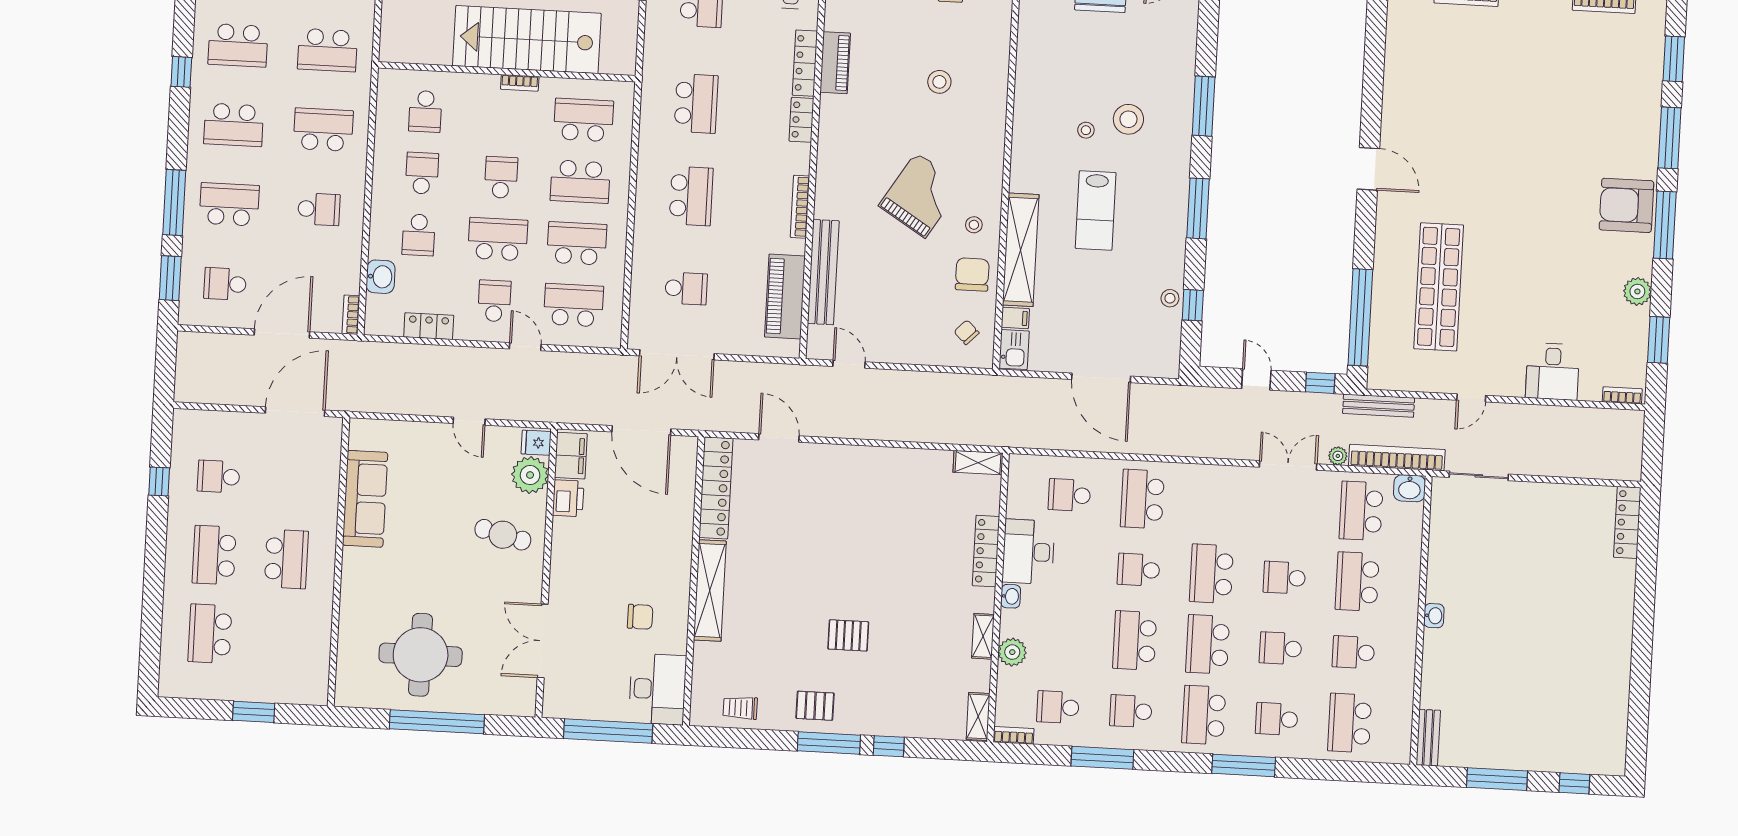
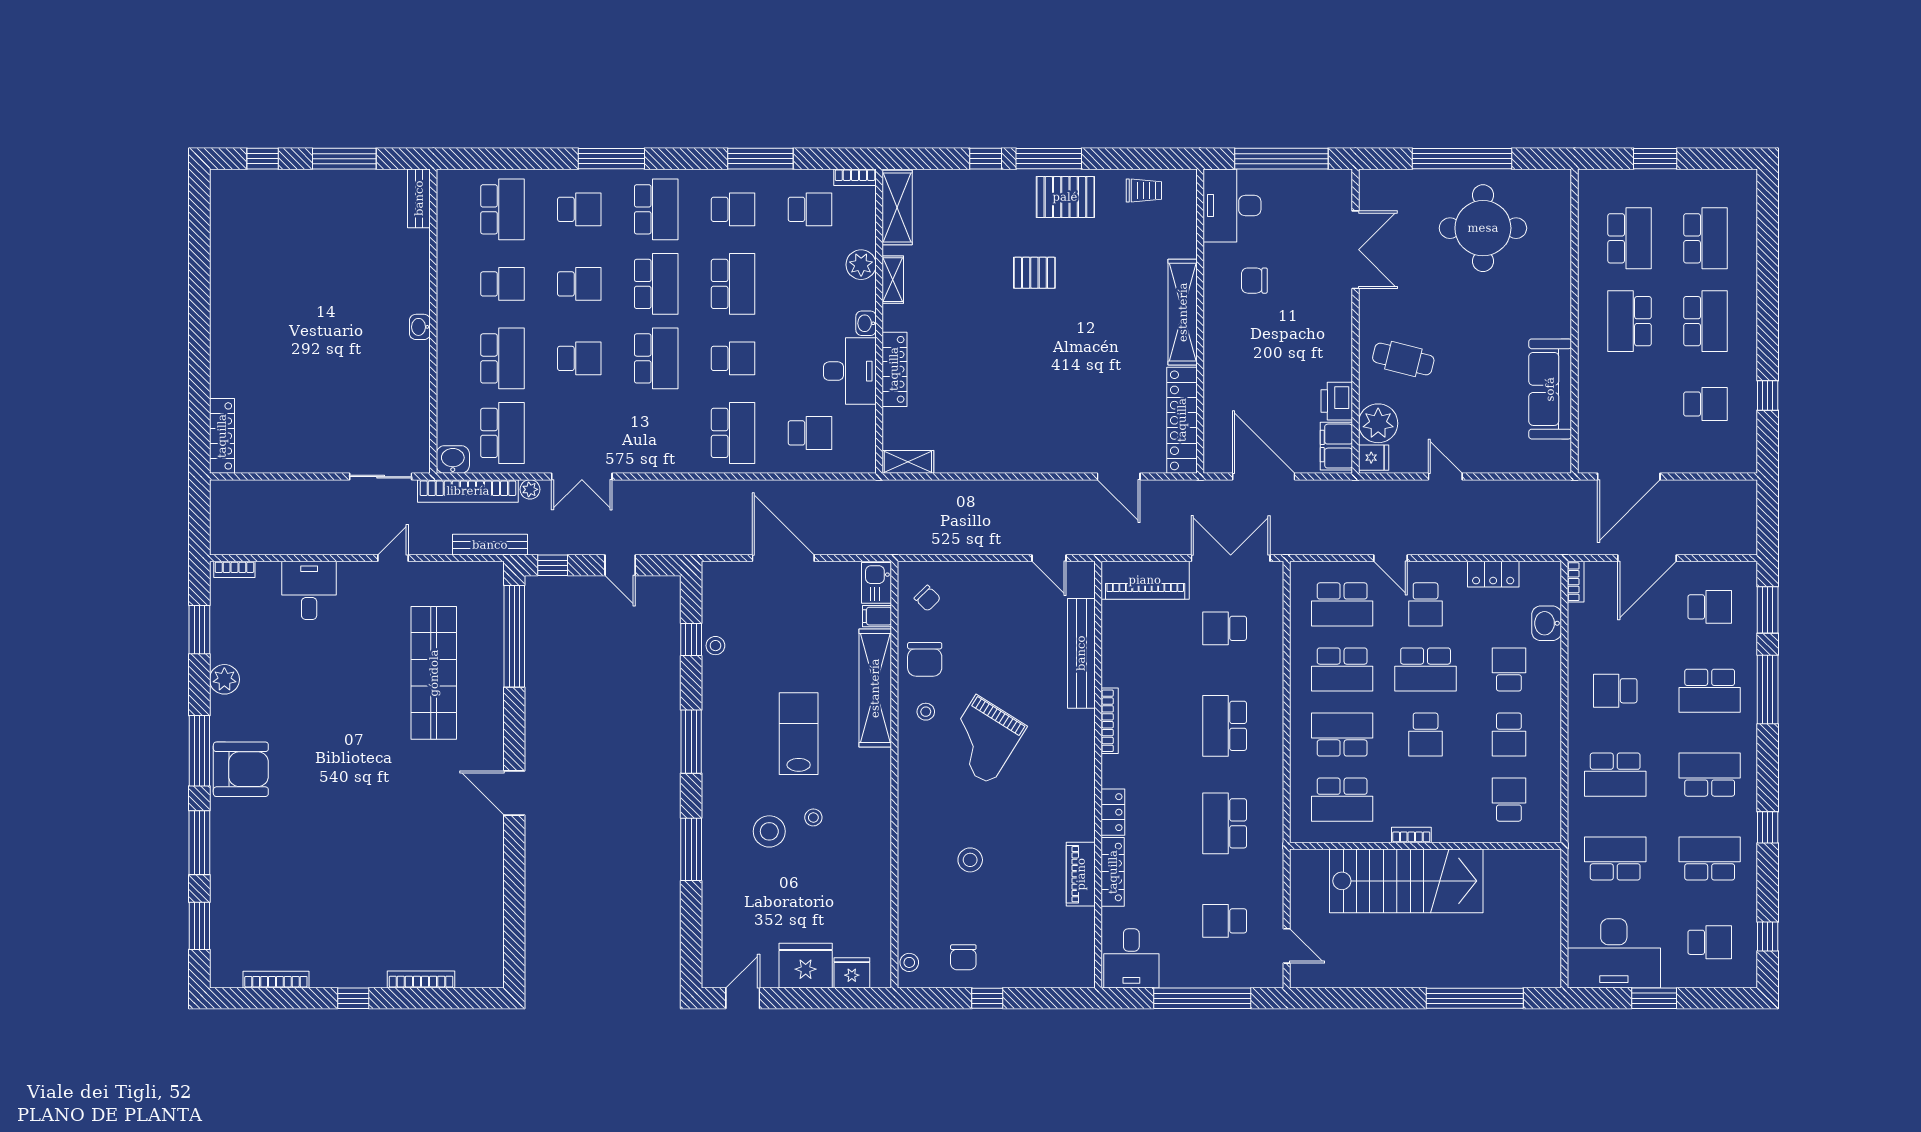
piano: (785, 297) -> (1145, 580), moved, turned 90
school desk: (282, 638) -> (1630, 238), added
pallet: (815, 706) -> (1065, 197), width x1.50, depth x1.42
shelving: (978, 716) -> (897, 207), width x1.50, depth x1.33

